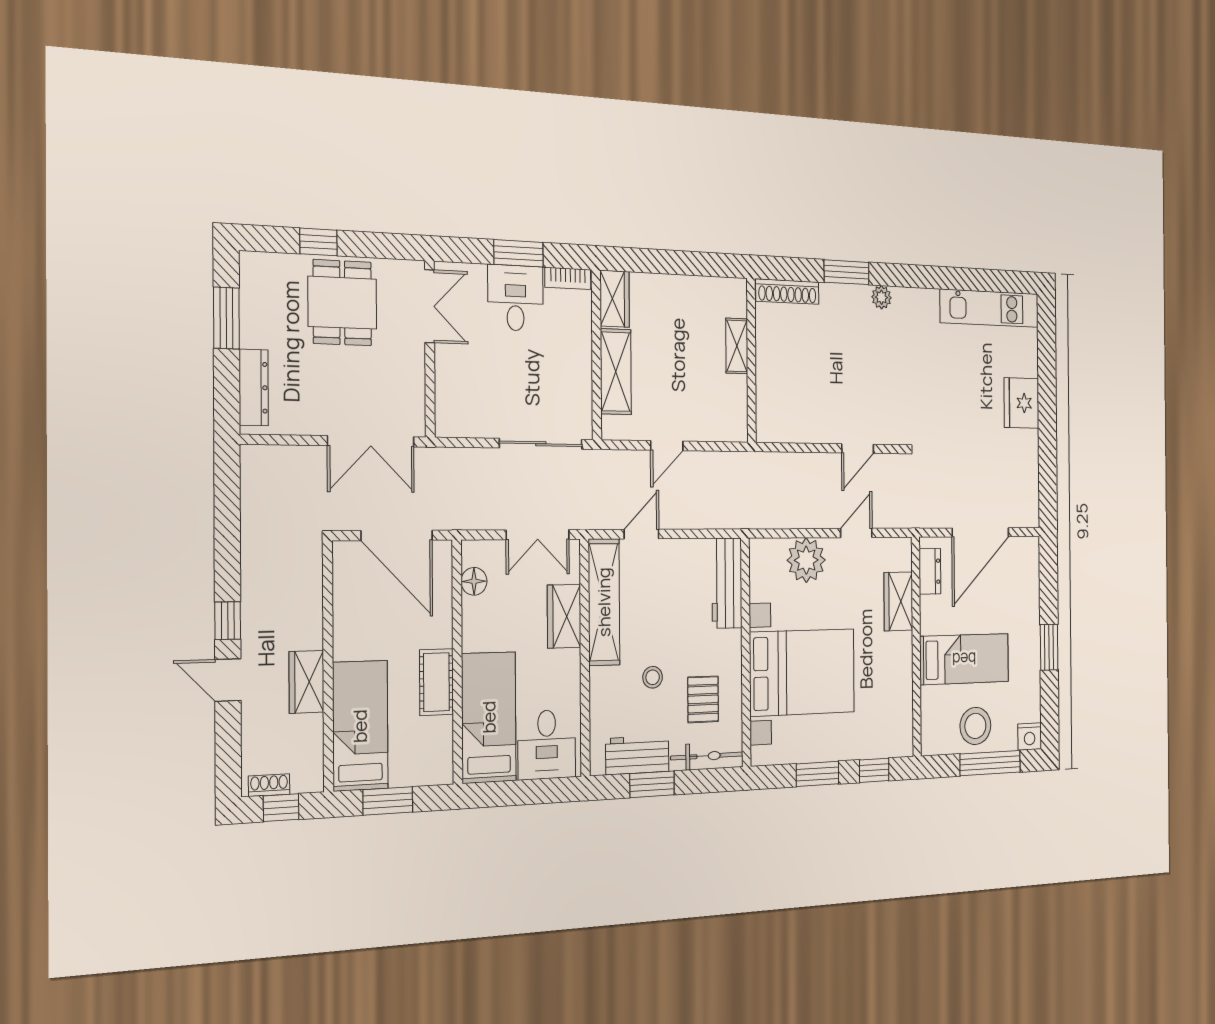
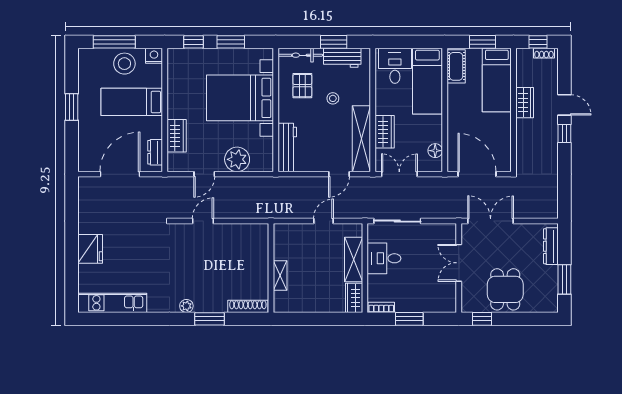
window: (318, 242) -> (482, 319), moved
desk: (515, 298) -> (384, 258), moved, turned 90
double door: (430, 306) -> (459, 263), moved
cot: (436, 682) -> (456, 66), moved
nightstand: (1030, 736) -> (154, 56), moved

